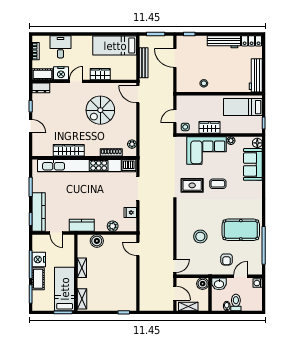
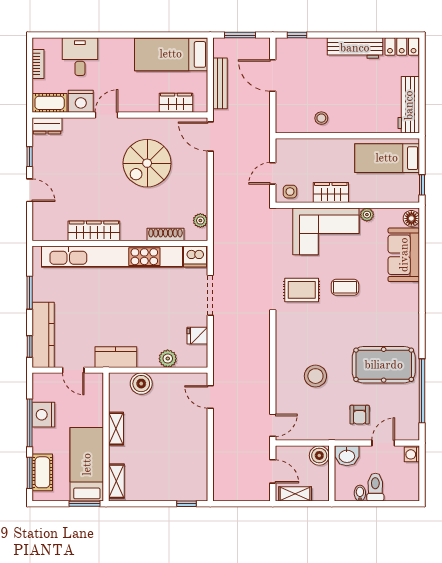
wardrobe: (100, 74) -> (176, 103), moved
cot: (38, 279) -> (42, 472), moved

